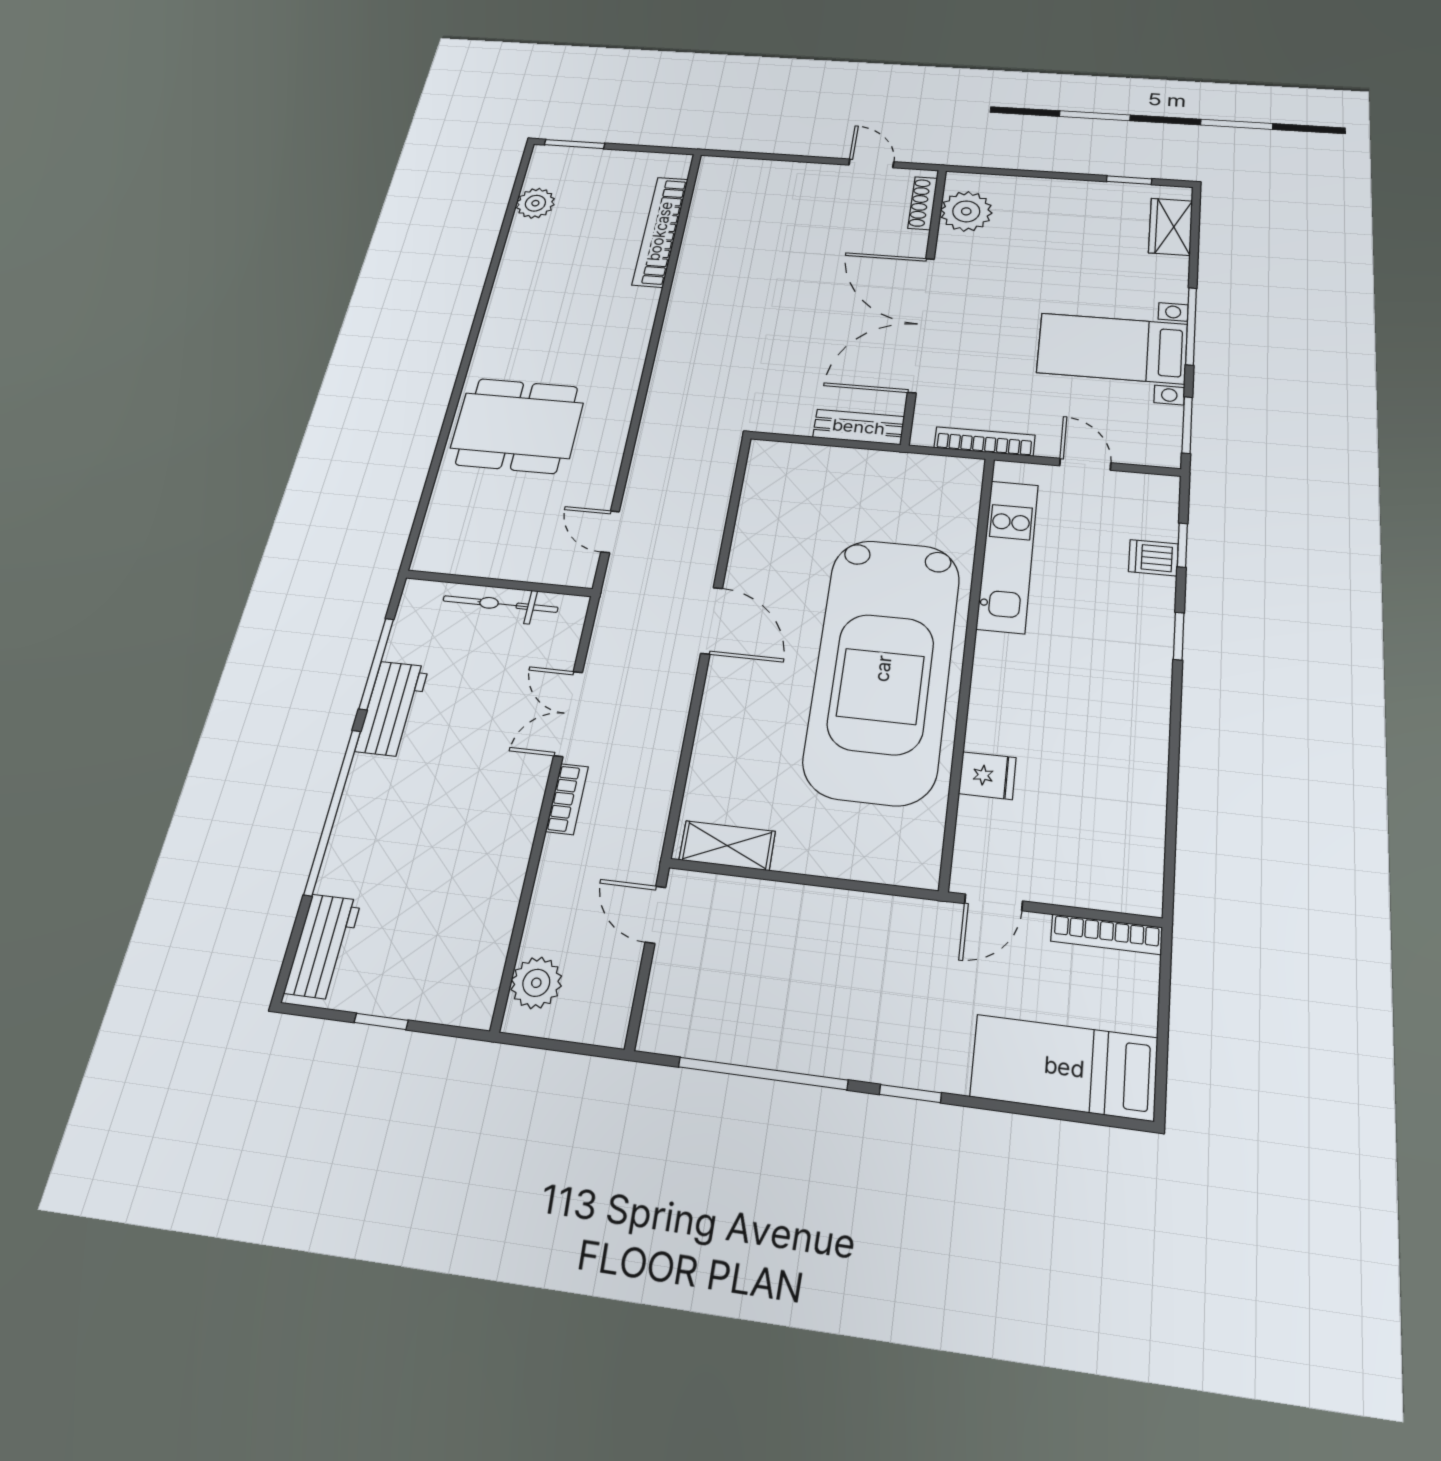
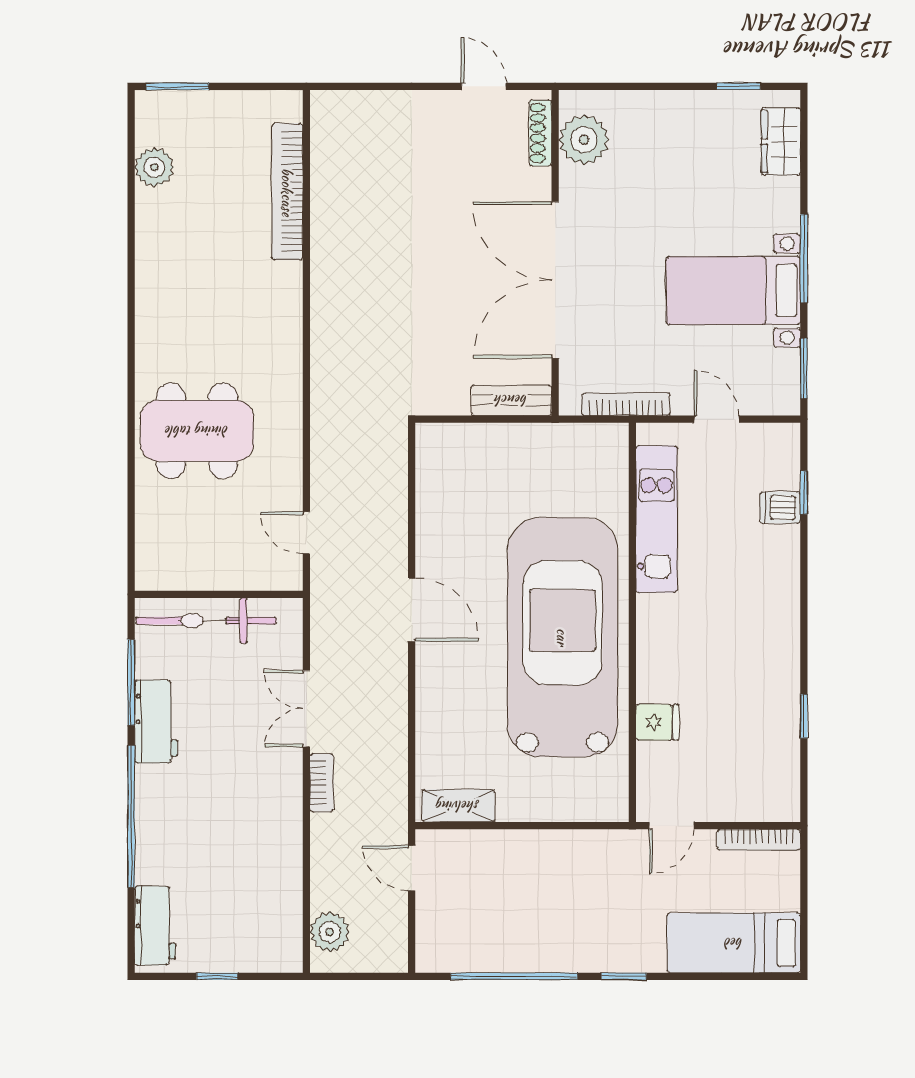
bicycle: (500, 604) -> (206, 621), width x1.37, depth x1.40
window: (1179, 636) -> (804, 716), moved
car: (883, 668) -> (562, 637), turned 180

